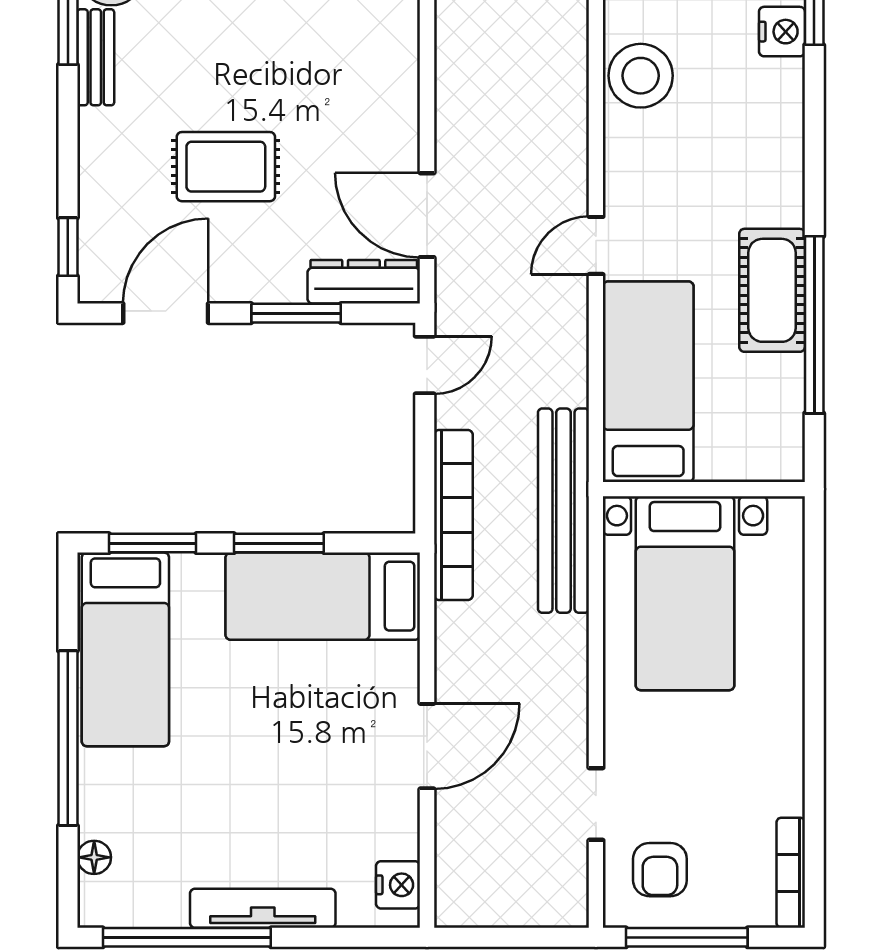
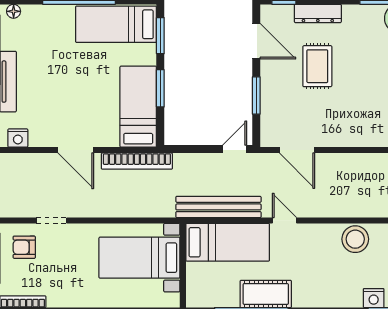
bench: (96, 57) -> (363, 12), removed
door: (427, 215) -> (297, 150), swing flipped
dresser: (364, 282) -> (318, 13), moved, turned 90
door: (425, 365) -> (235, 149), swing flipped
bench: (563, 511) -> (218, 207), moved
bookcase: (453, 515) -> (137, 161), moved
floor lamp: (94, 857) -> (14, 11), moved

